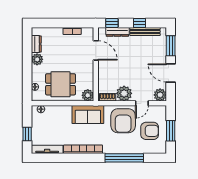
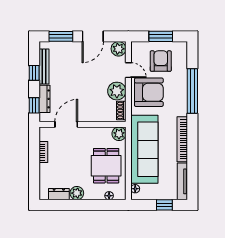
sofa: (88, 115) -> (144, 149), width x1.85, depth x1.27

